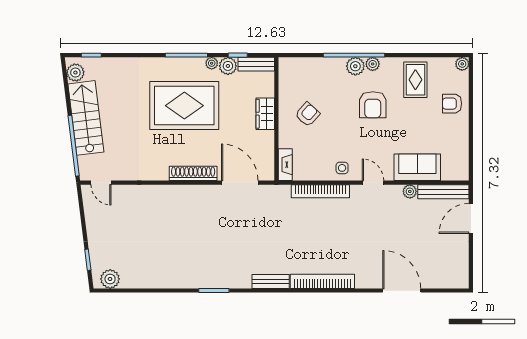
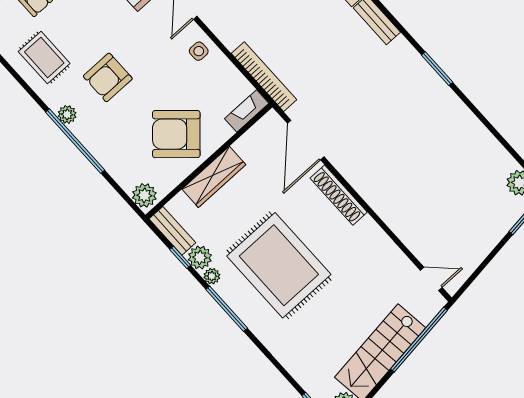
plant: (355, 66) -> (144, 195), moved
rug: (415, 80) -> (44, 57), turned 90
armchair: (373, 105) -> (108, 77), turned 180
wardrobe: (265, 114) -> (214, 177), width x1.50
armchair: (308, 114) -> (176, 134), width x1.88, depth x1.88
door: (101, 183) -> (431, 279), hinge flipped
bookcase: (320, 191) -> (264, 77), moved

